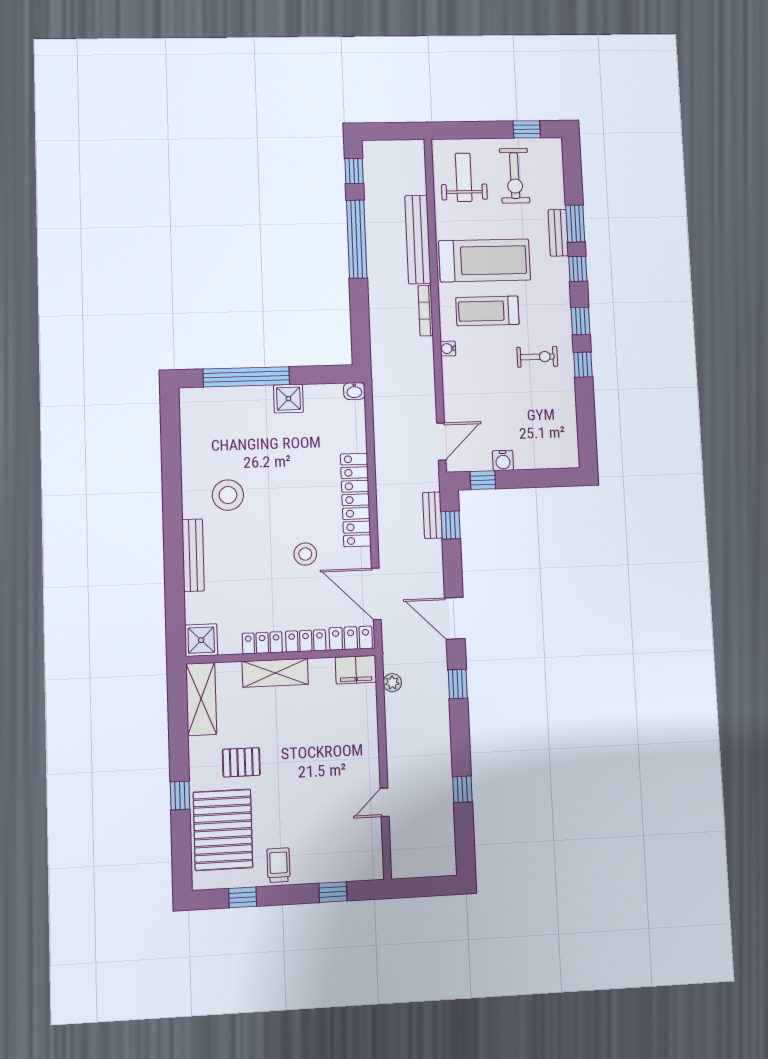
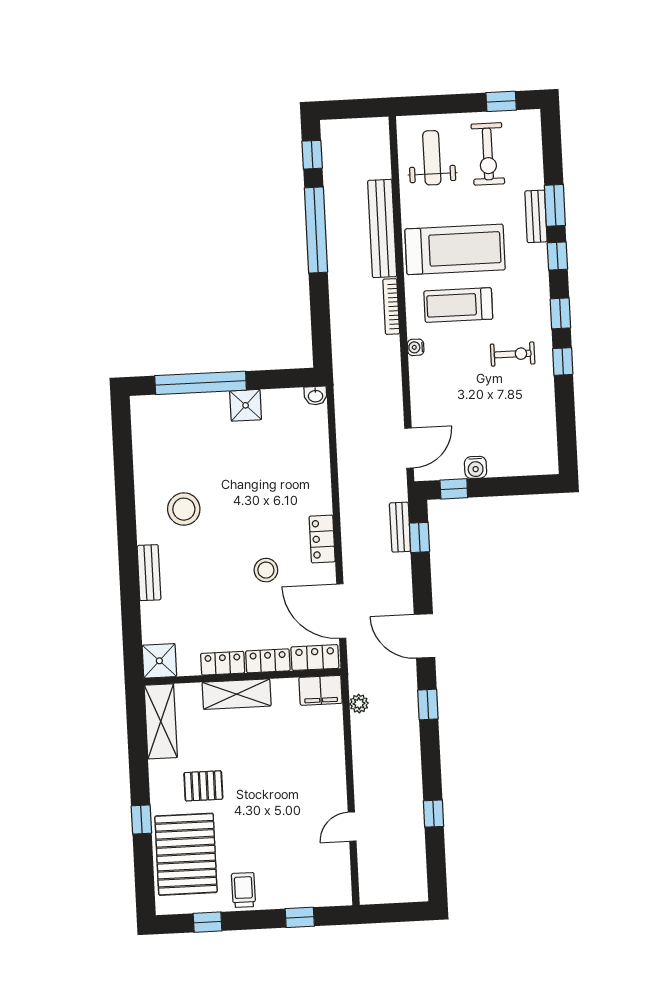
locker: (356, 500) -> (322, 539), width x0.46, depth x0.83
bench: (193, 555) -> (149, 573), width x0.73

